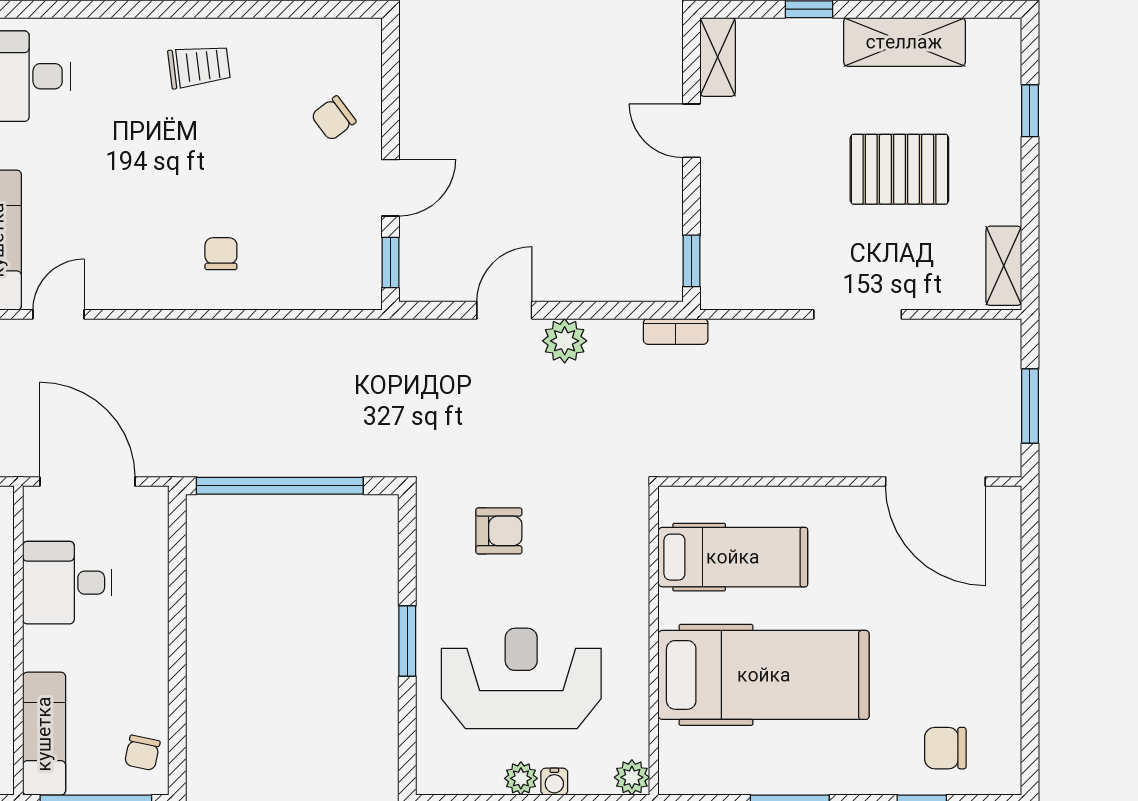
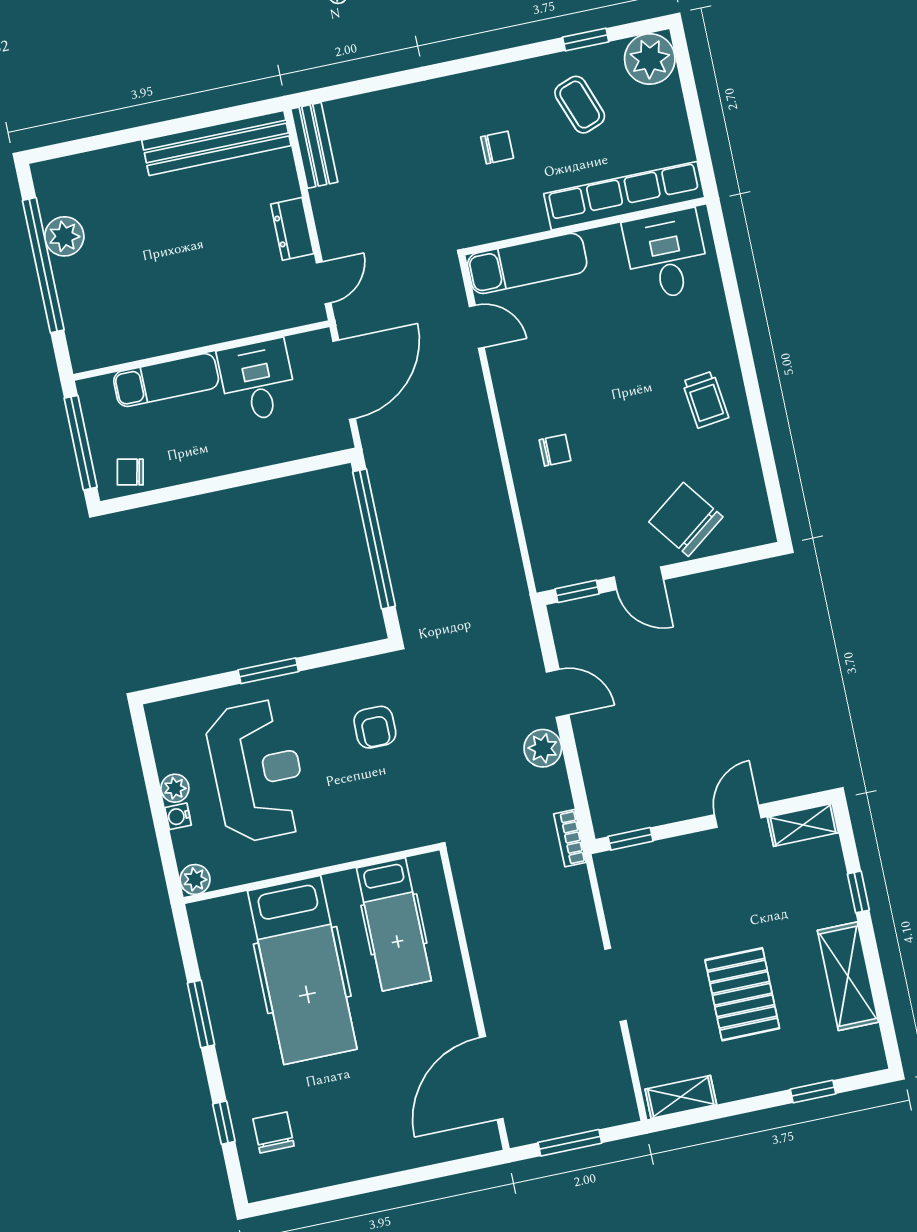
chair: (334, 118) -> (686, 519), width x1.87, depth x1.87
exam couch: (44, 734) -> (166, 380), moved

